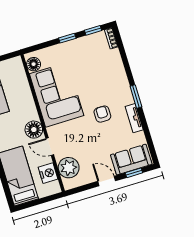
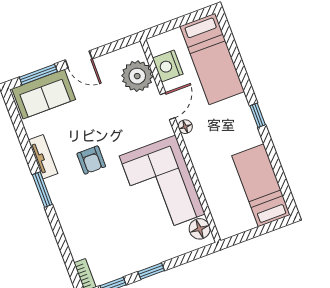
floor lamp: (34, 130) -> (185, 127), width x0.53, depth x0.53
door: (50, 147) -> (168, 106), hinge flipped
window: (134, 173) -> (38, 74), width x1.50

